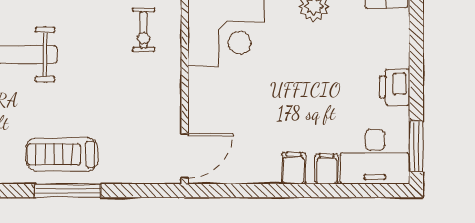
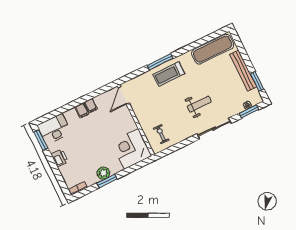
treadmill: (62, 154) -> (169, 74), turned 180
filing cabinet: (327, 169) -> (91, 106), moved

